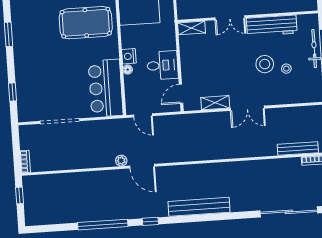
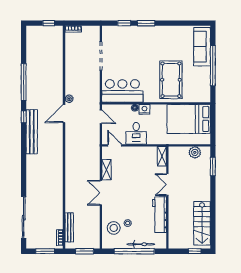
window: (8, 34) -> (146, 23), moved
stool: (265, 64) -> (114, 228), moved
door: (143, 115) -> (101, 117), swing flipped
bench: (199, 207) -> (32, 132), moved

